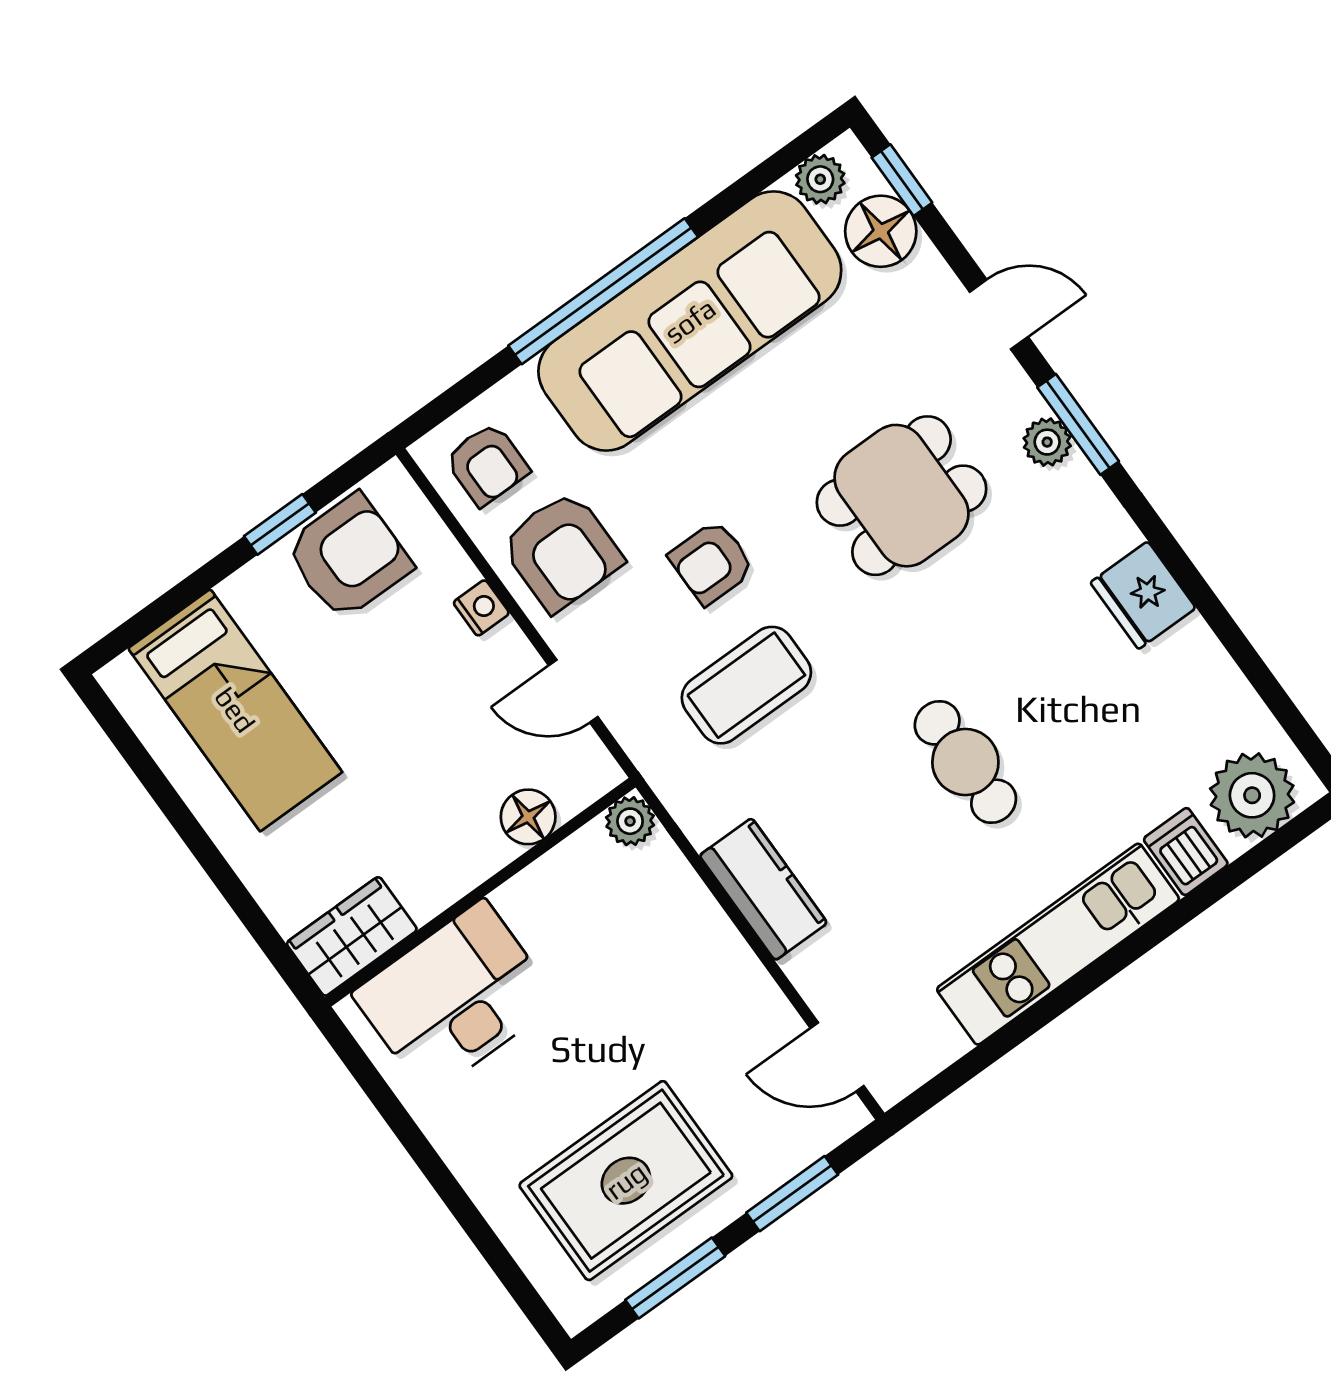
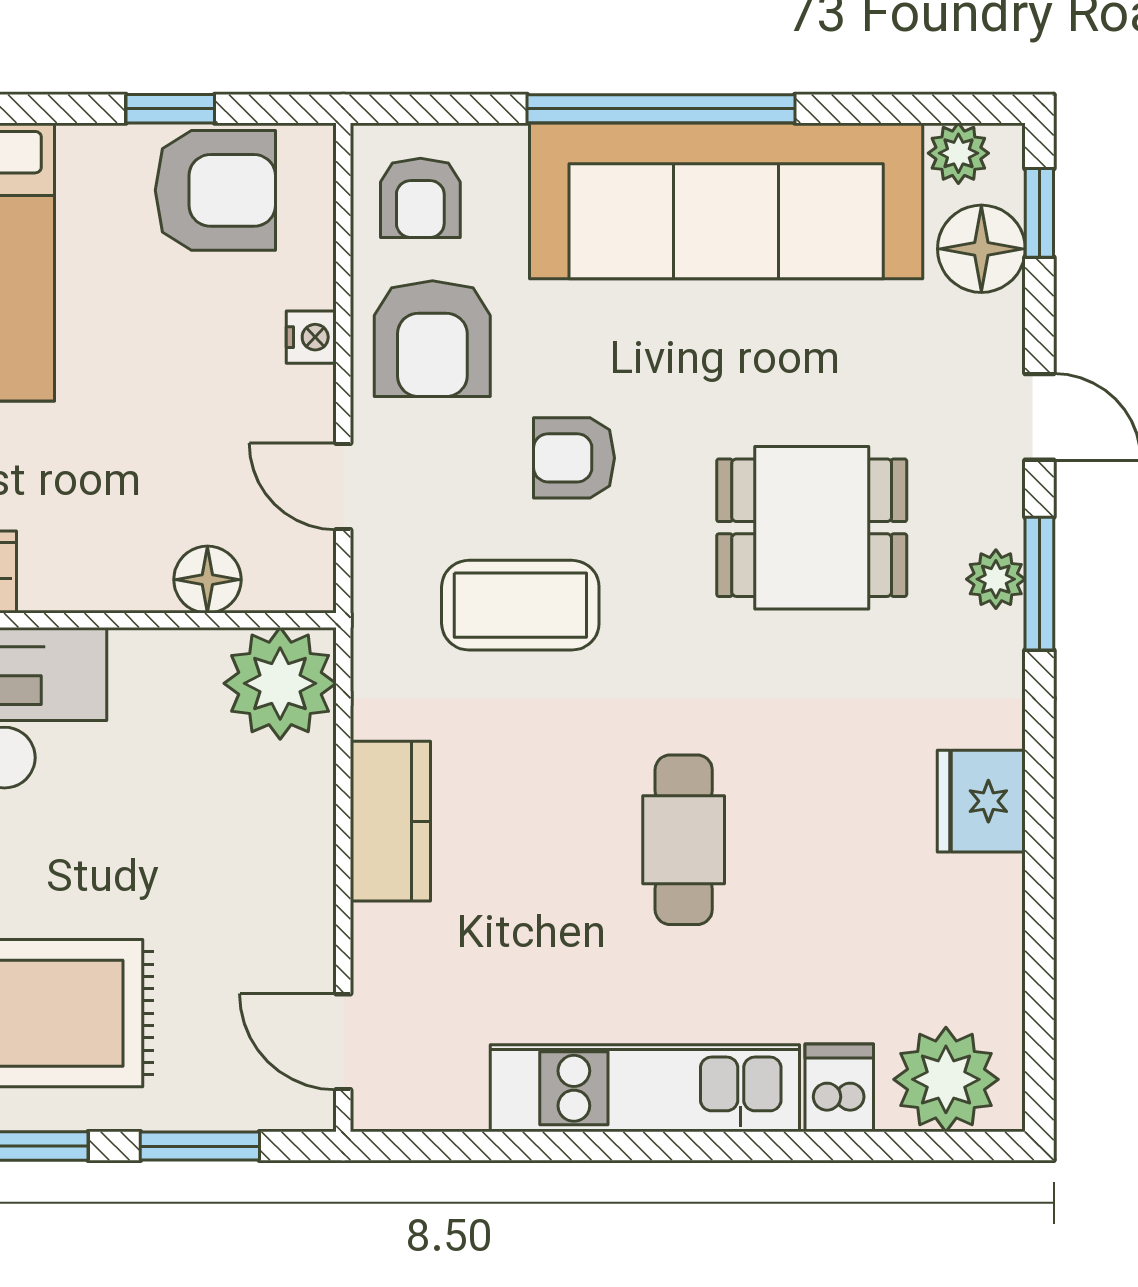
plant: (630, 821) -> (280, 683), width x1.87, depth x1.87

